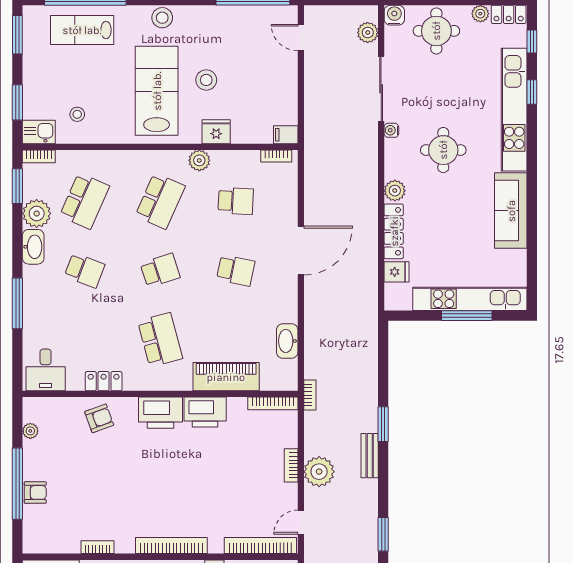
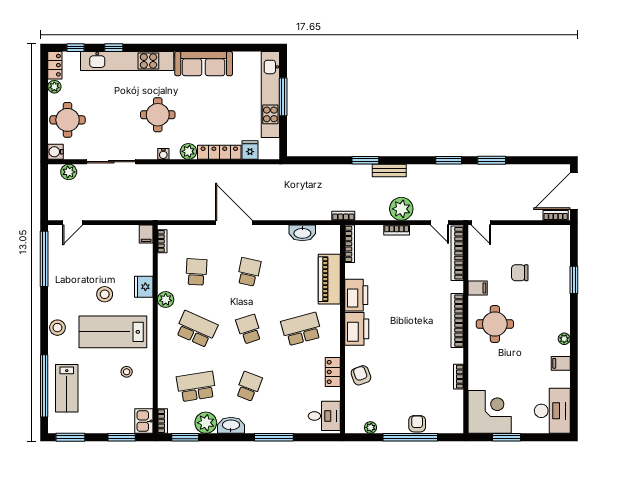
stool: (77, 114) -> (127, 372), moved
water cooler: (391, 130) -> (163, 154), moved
school desk: (85, 201) -> (196, 386), turned -33

